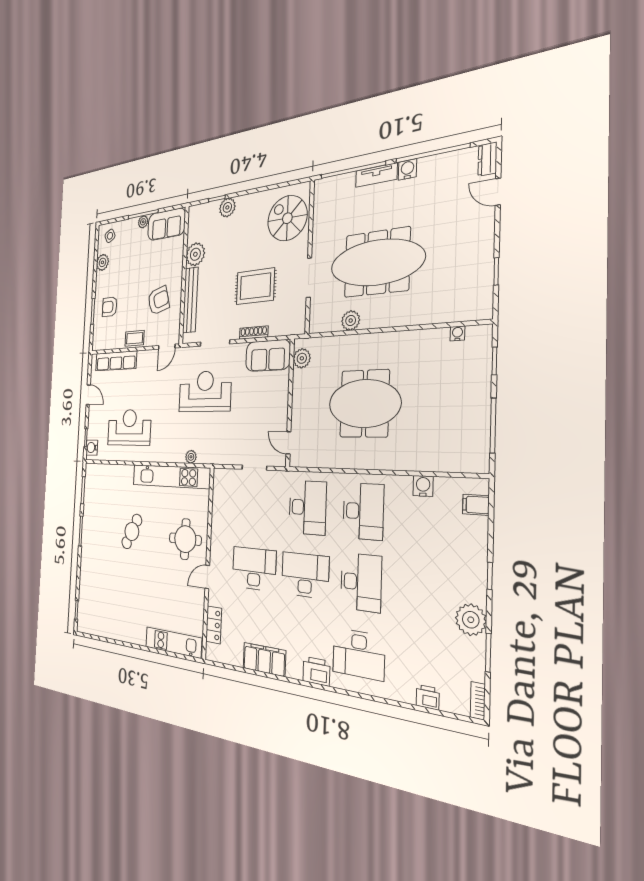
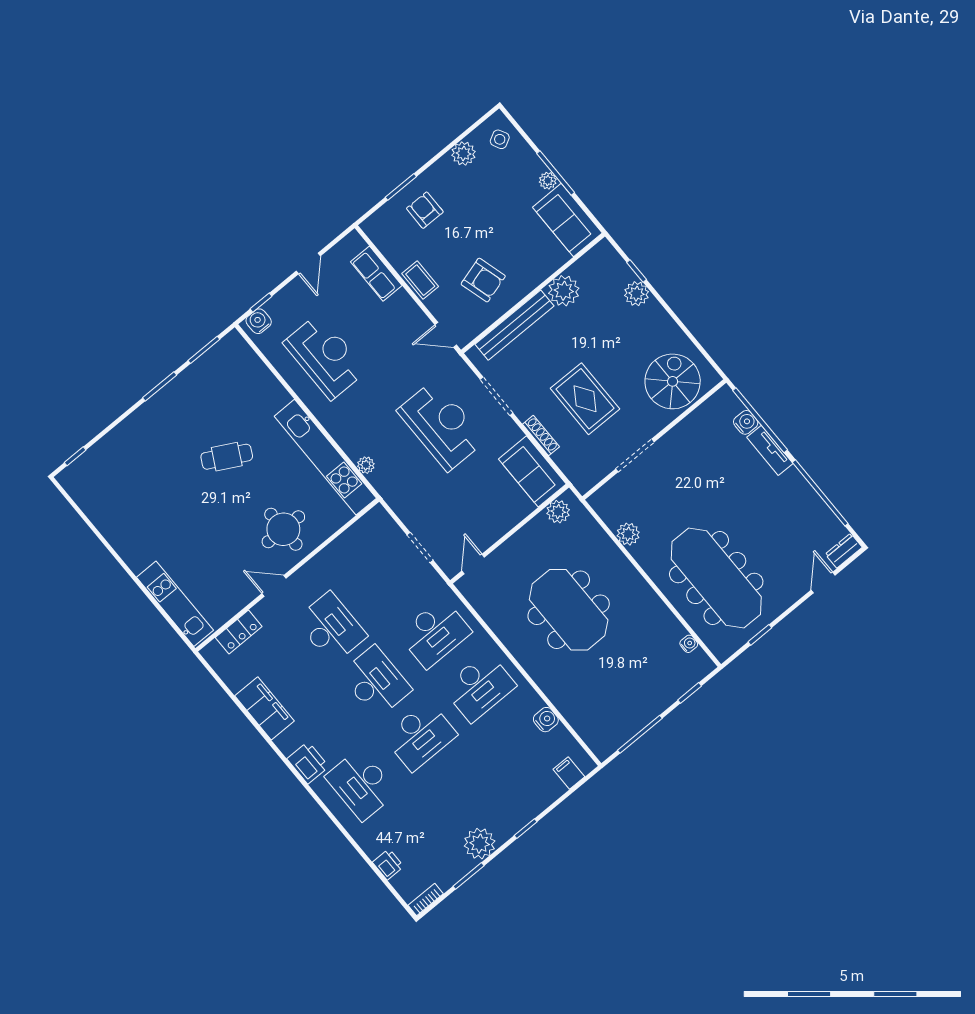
water cooler: (407, 169) -> (746, 422), moved
meeting table: (377, 263) -> (716, 578), moved
row of seats: (116, 361) -> (376, 274), width x0.68

